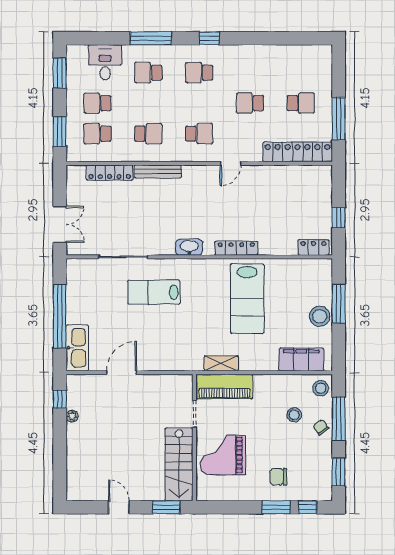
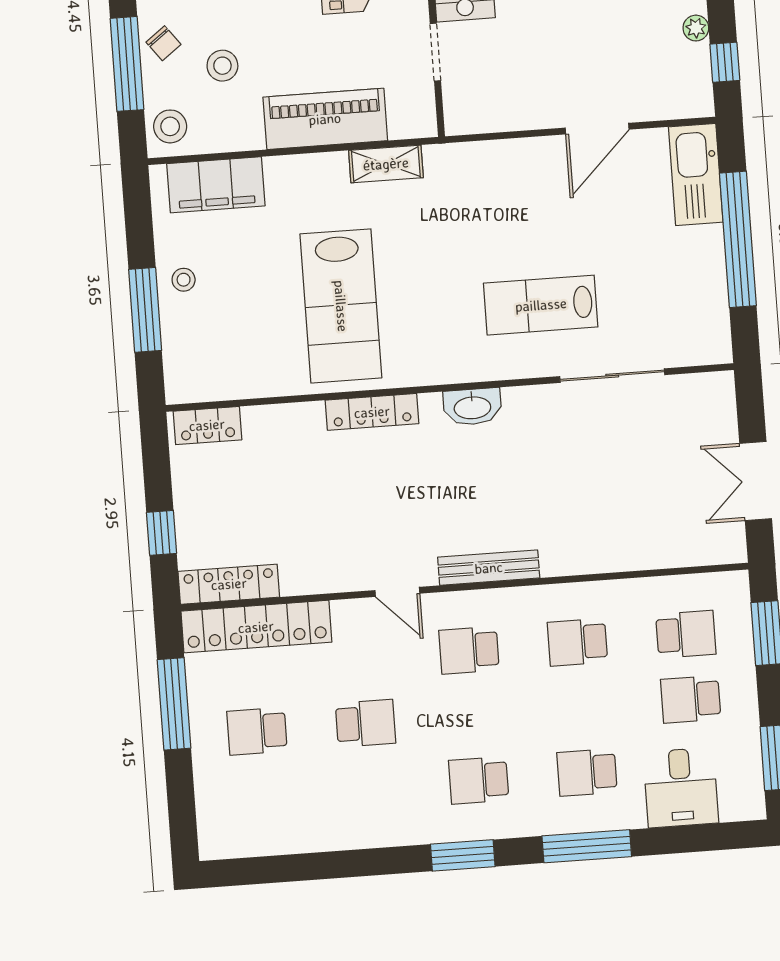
window: (209, 38) -> (463, 855), width x1.50
school desk: (148, 73) -> (587, 772), turned 180
school desk: (199, 73) -> (479, 780), turned 180
school desk: (97, 103) -> (691, 699), turned 180
door: (231, 163) -> (397, 592), swing flipped
bench: (158, 172) -> (489, 568), moved
locker: (110, 173) -> (229, 584), moved
window: (339, 218) -> (161, 533), moved
double door: (60, 224) -> (756, 481), moved
lab bench: (154, 292) -> (541, 305), turned 180
lab bench: (247, 299) -> (341, 306), turned 180
stool: (320, 316) -> (184, 280), width x0.53, depth x0.53
piano: (224, 386) -> (325, 119), moved

